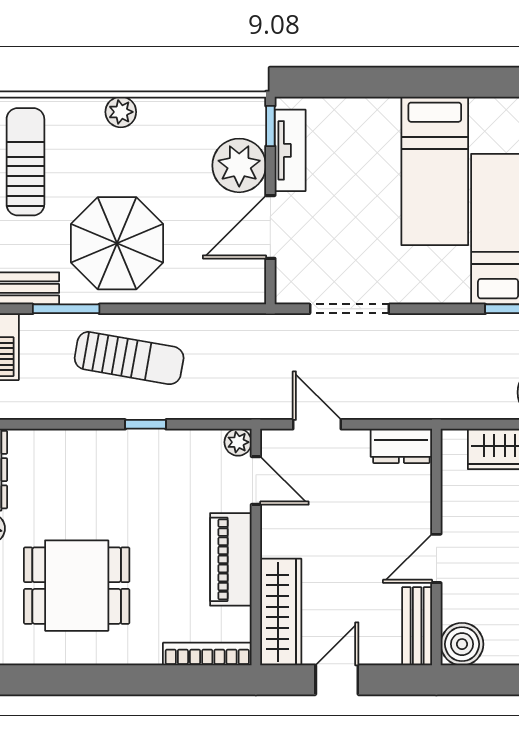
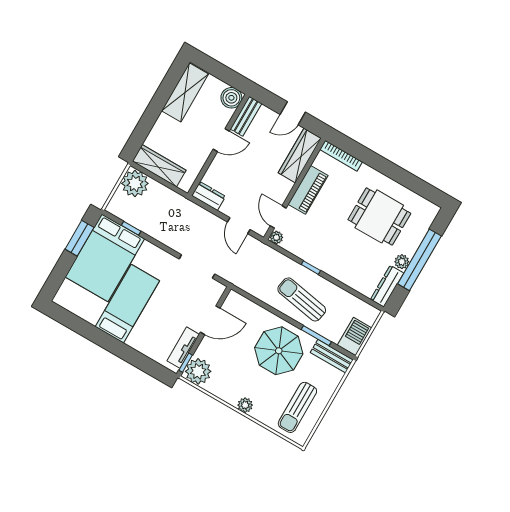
plant: (239, 165) -> (198, 371), moved

